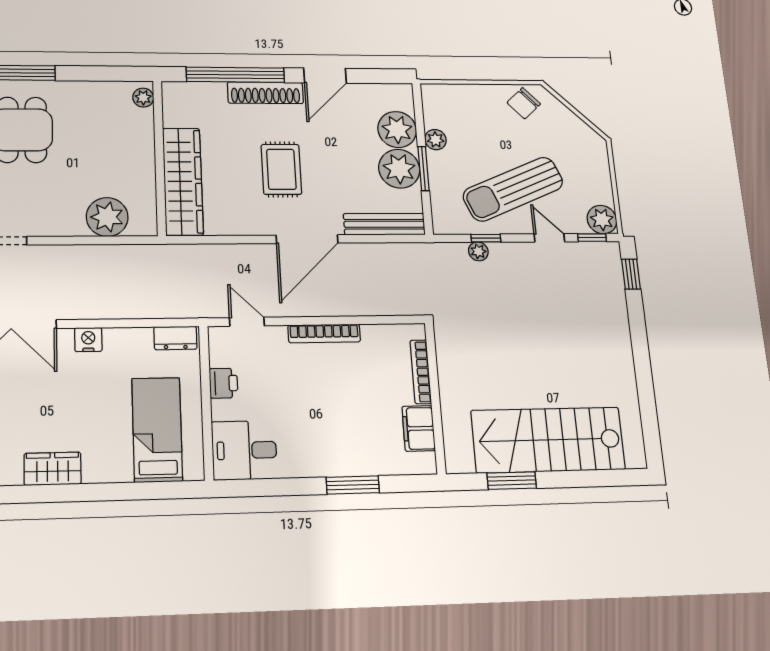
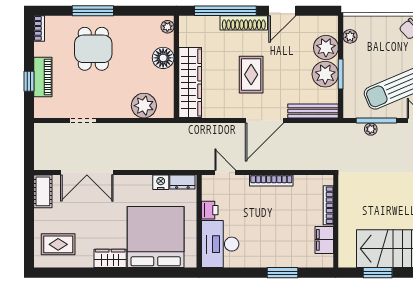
plant: (436, 140) -> (350, 36), moved
floor lamp: (137, 144) -> (163, 58), added
window: (486, 238) -> (376, 120), width x2.17
nightstand: (88, 340) -> (161, 182), moved
bed: (157, 430) -> (156, 237), width x2.04
desk: (244, 450) -> (220, 244), width x1.37

